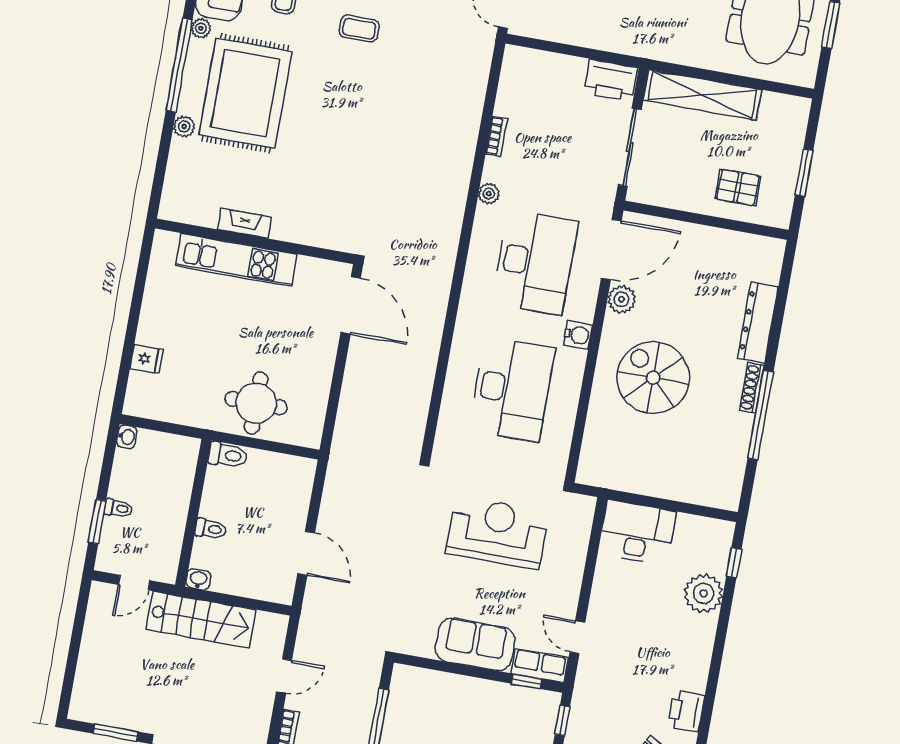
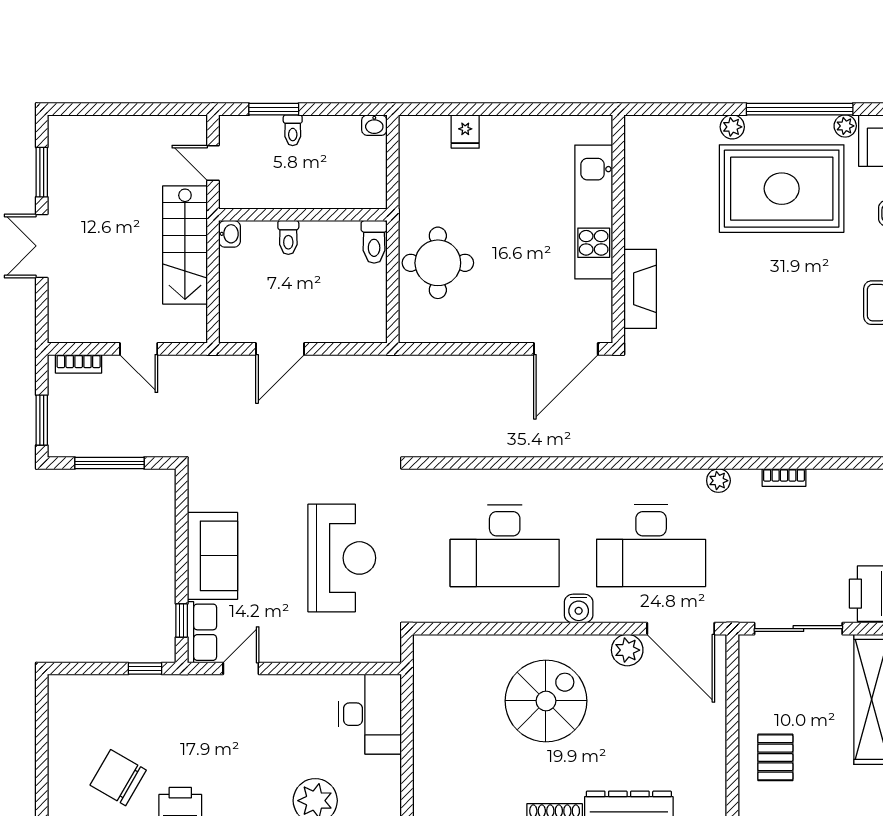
fireplace: (244, 223) -> (640, 289), moved, width x1.37, depth x1.32

